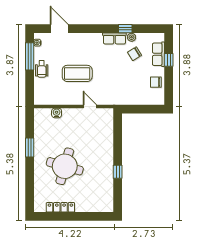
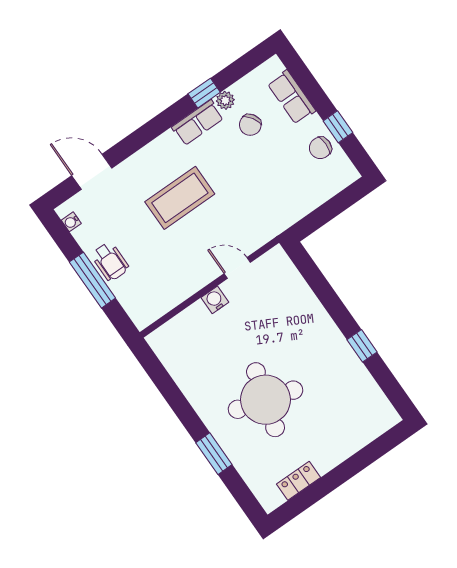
window: (30, 56) -> (92, 280), moved
window: (169, 60) -> (338, 127), moved
coffee table: (77, 73) -> (180, 198), moved
water cooler: (57, 113) -> (215, 300), moved
window: (30, 147) -> (214, 454), moved
locker: (60, 207) -> (298, 481), width x0.66

